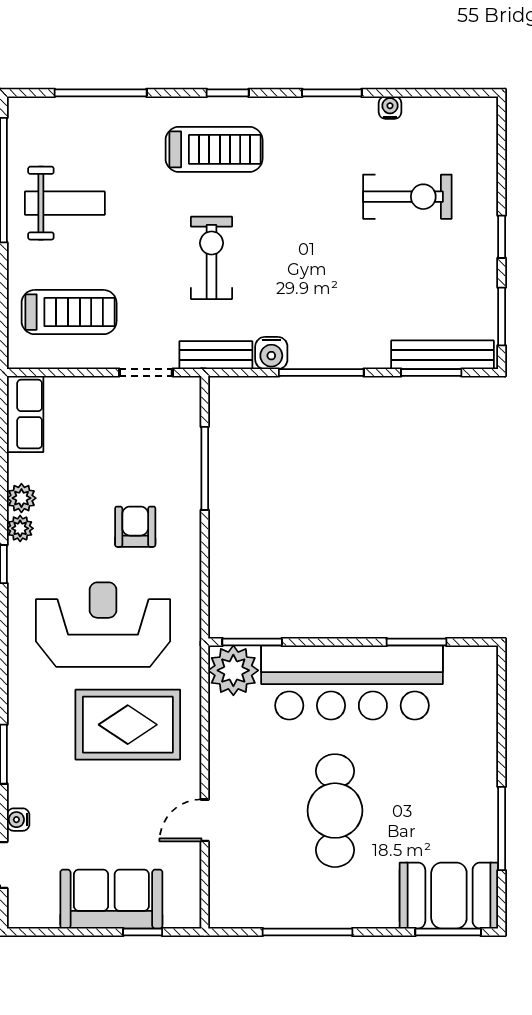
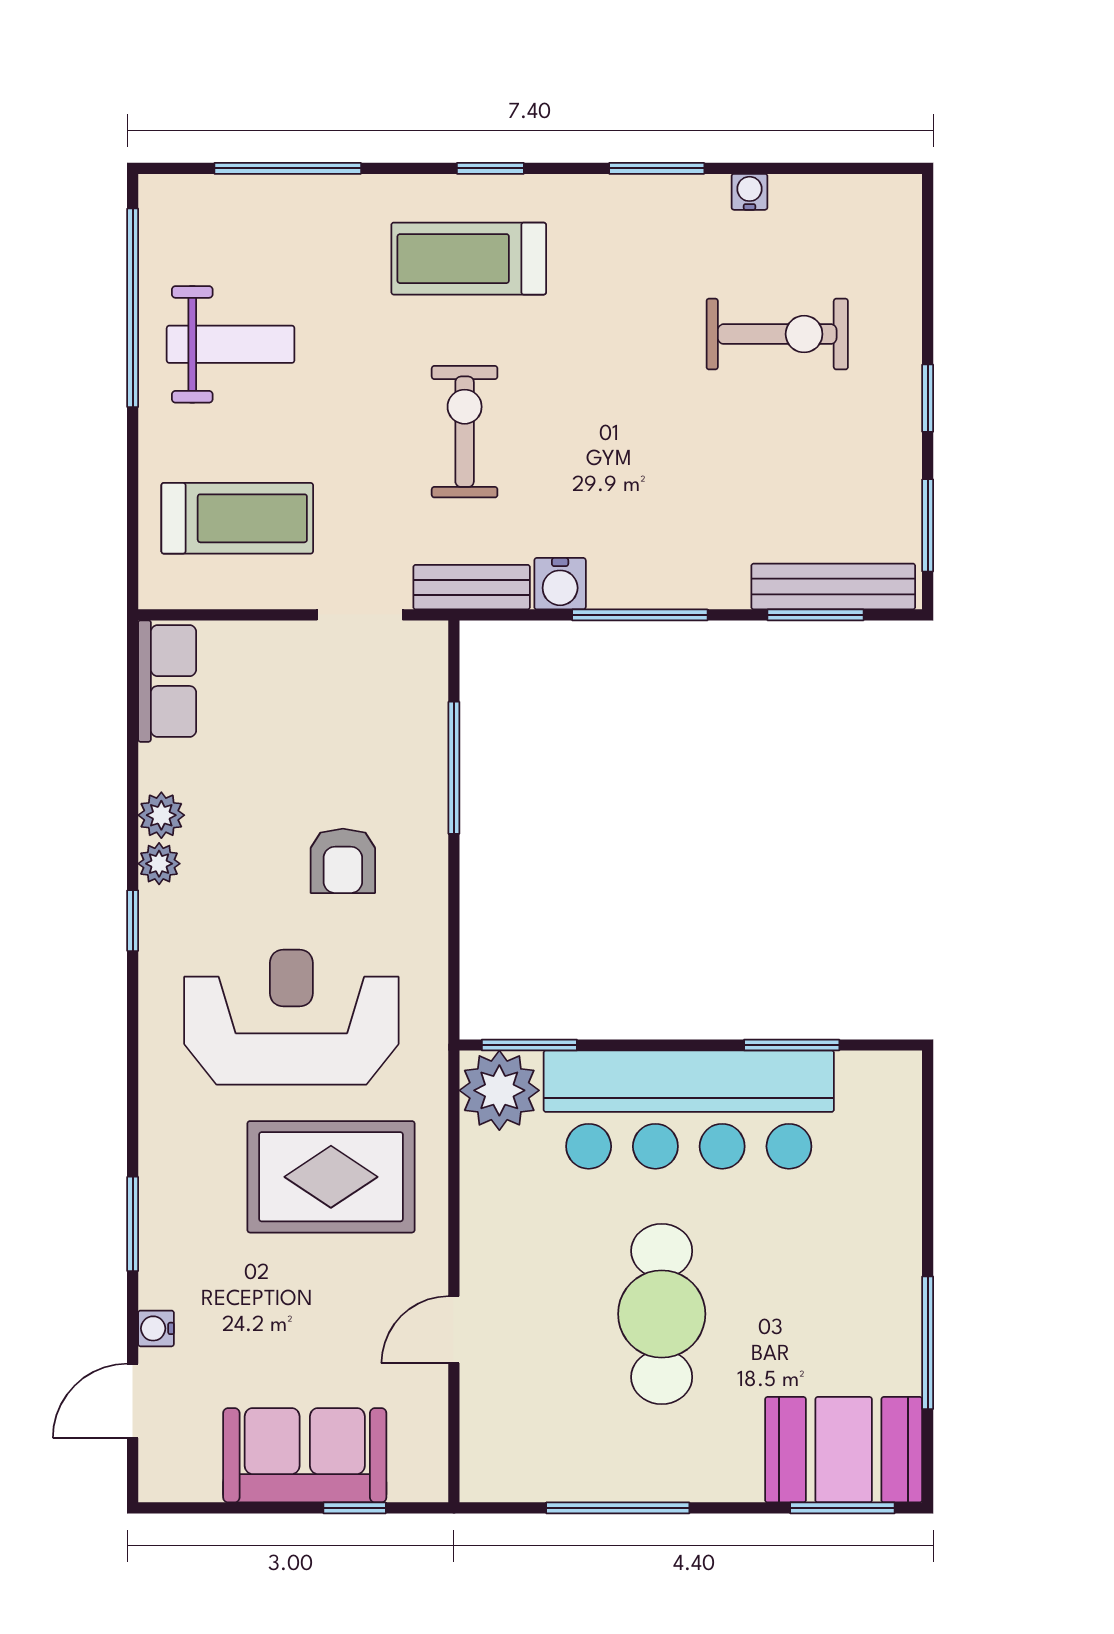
treadmill: (214, 149) -> (469, 259), turned 180
armchair: (135, 527) -> (343, 861), turned 180

